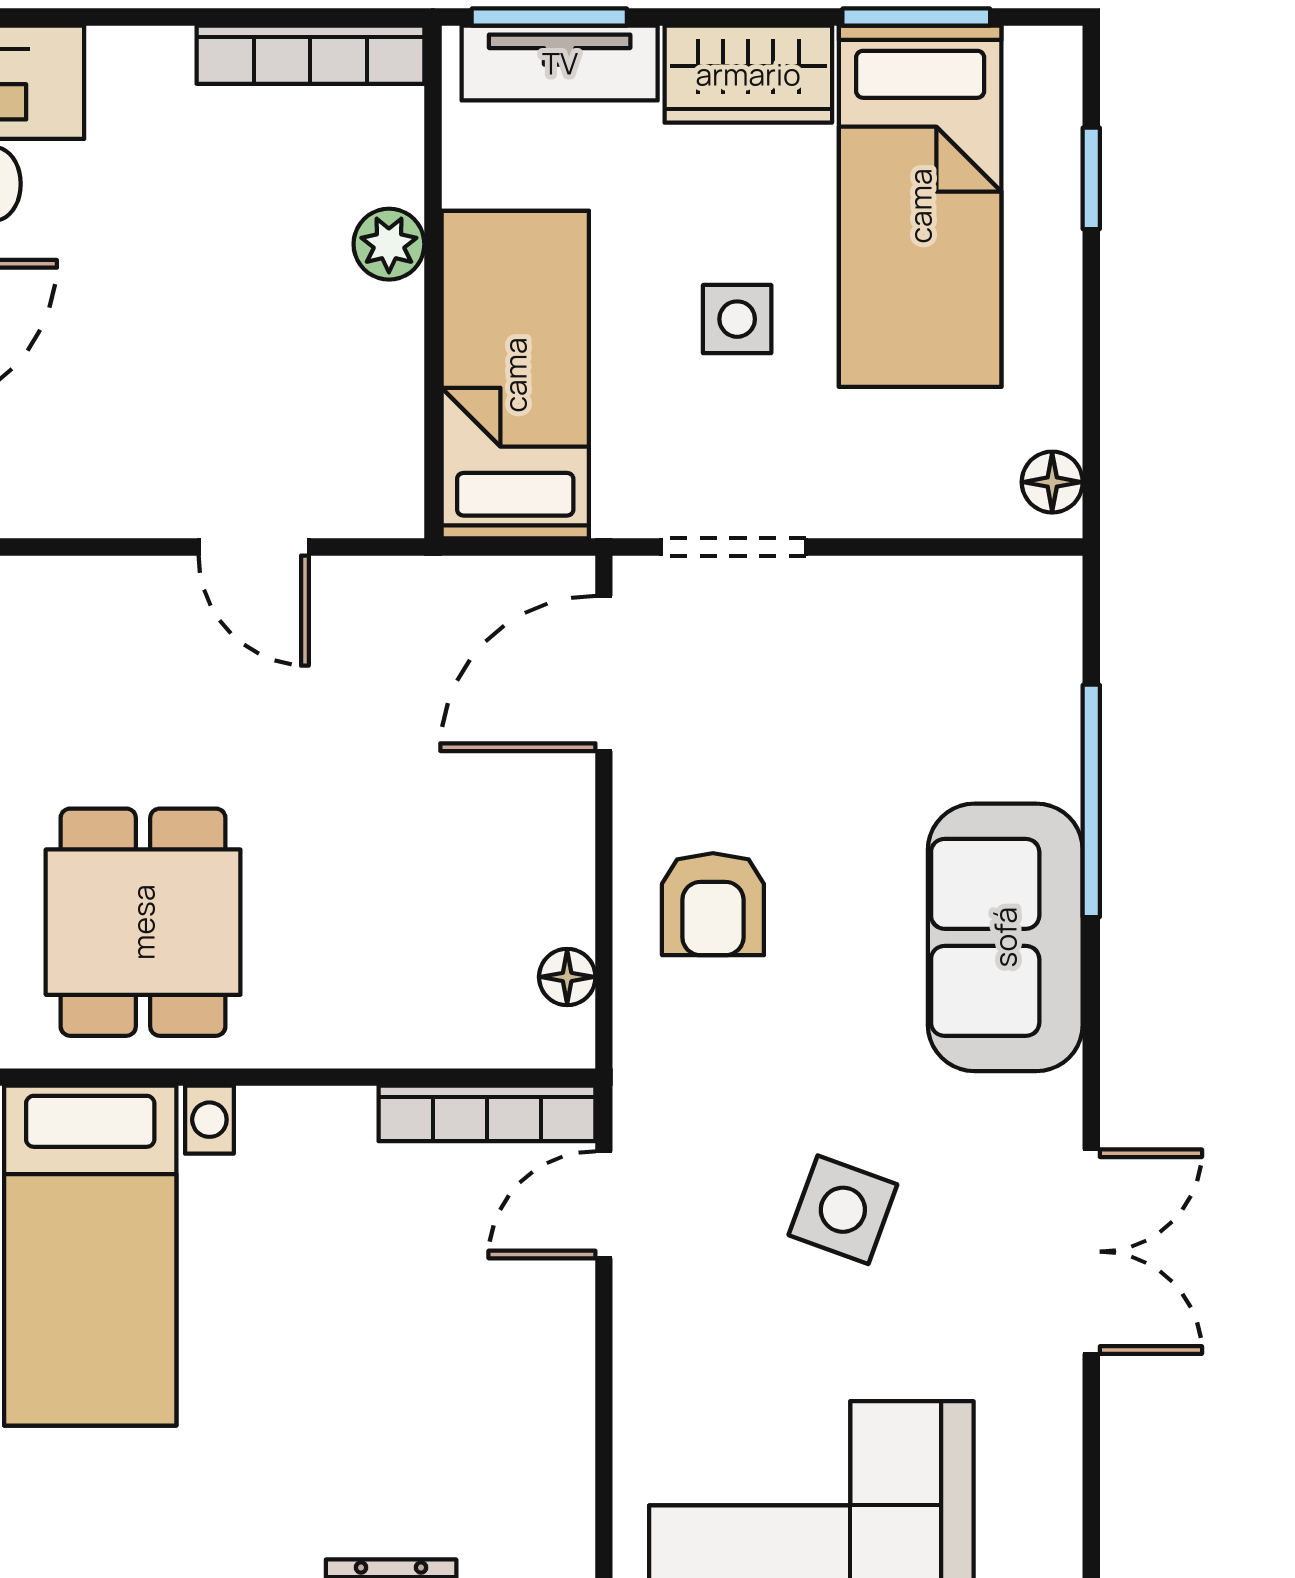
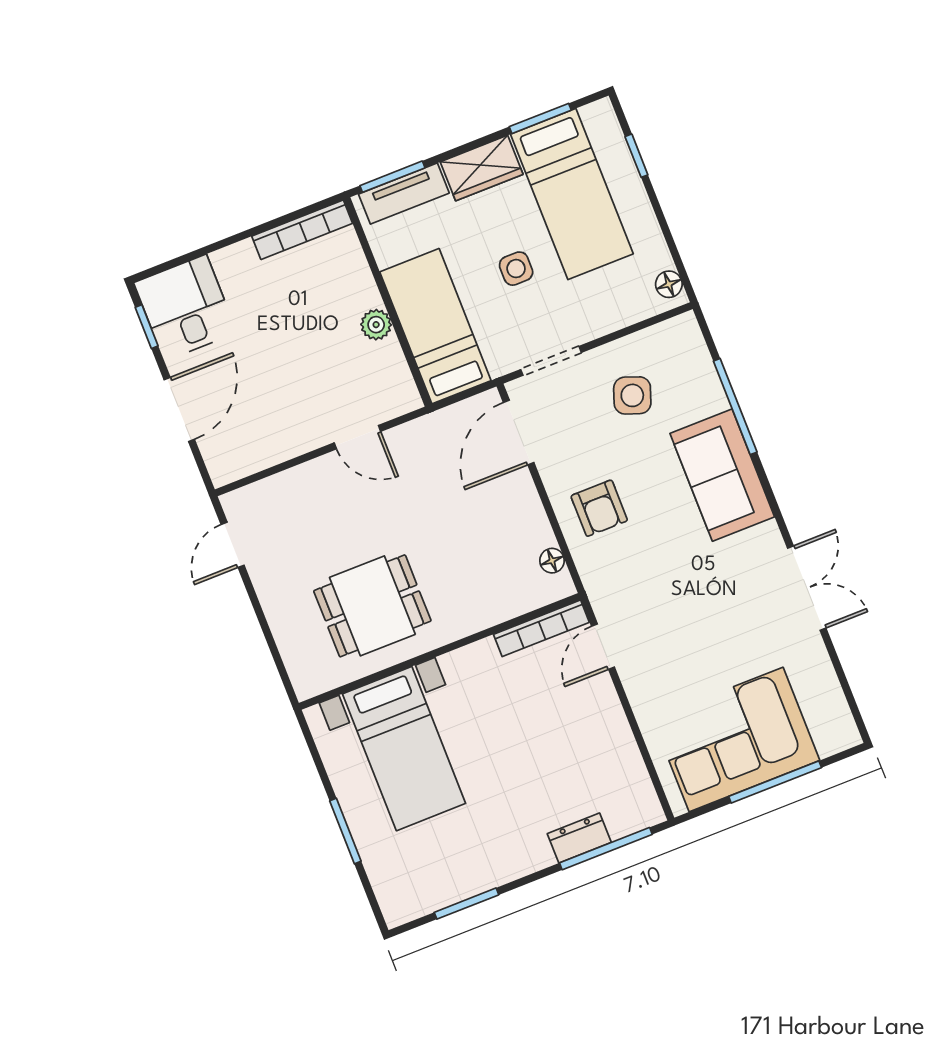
plant: (389, 244) -> (376, 325), moved
dining table: (143, 922) -> (372, 606), turned 90
side table: (843, 1210) -> (632, 395), moved

